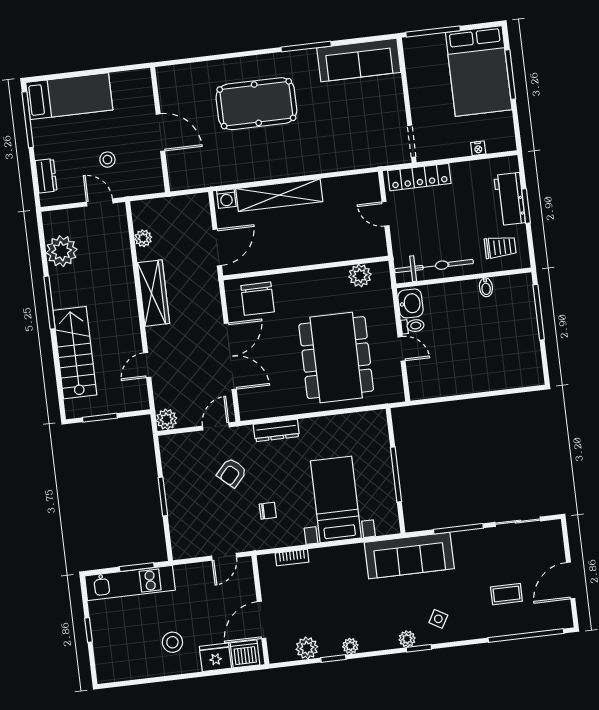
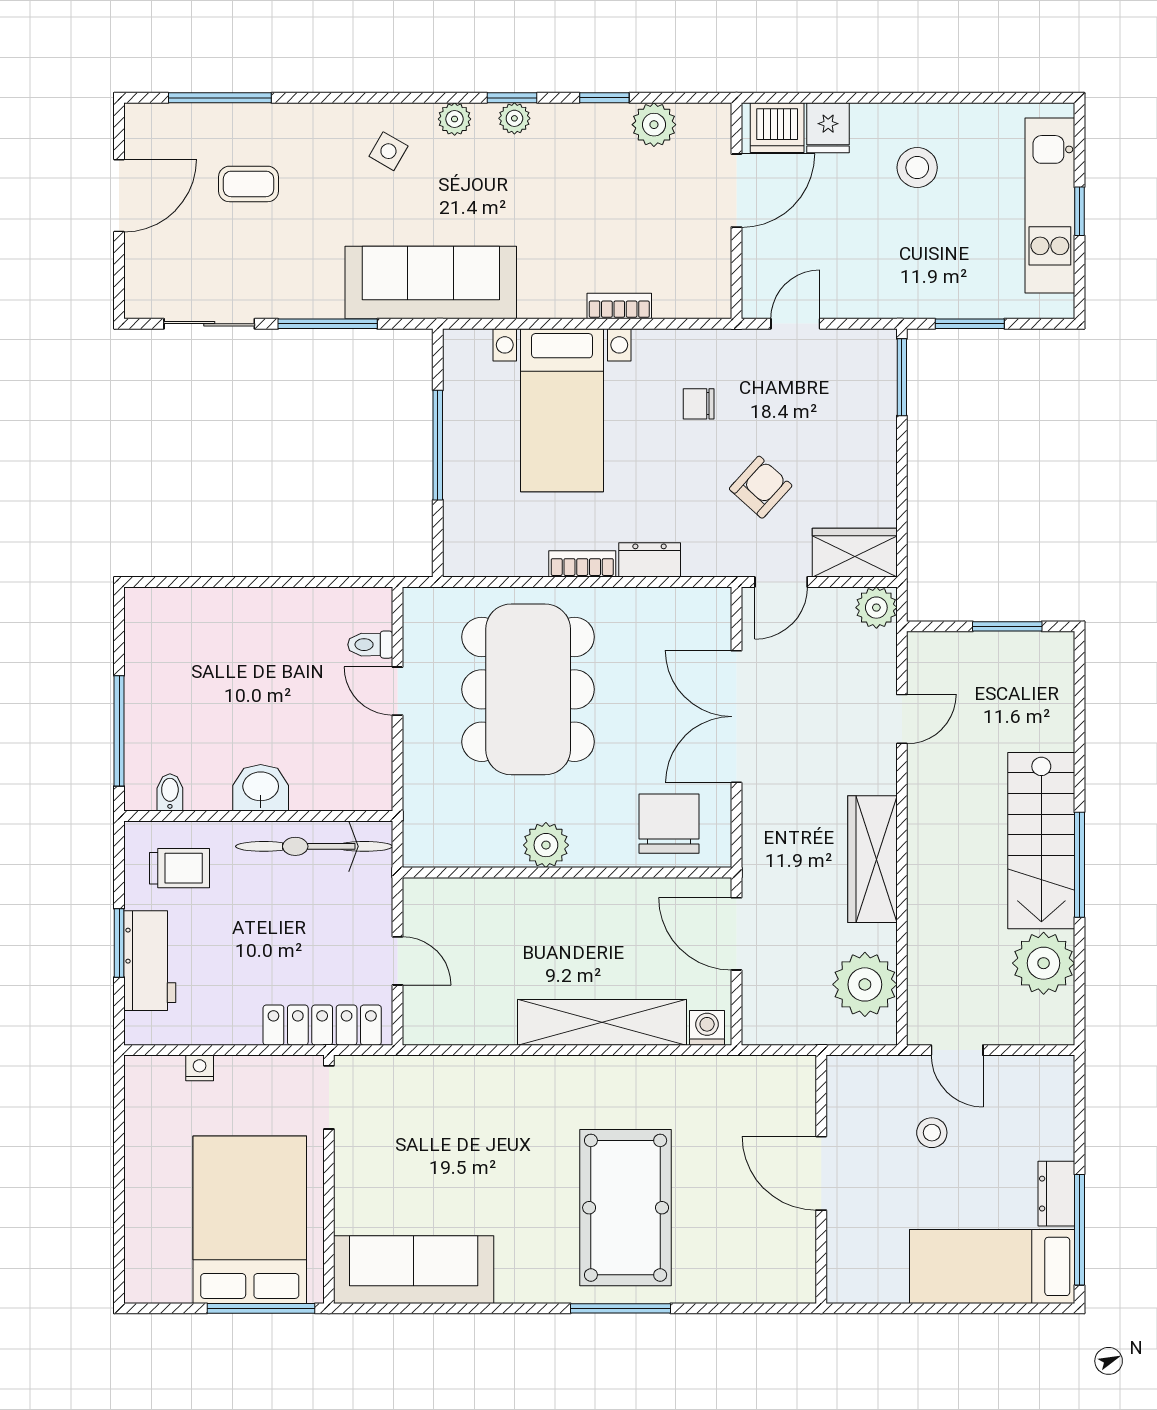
window: (306, 47) -> (621, 1308), moved
bed: (479, 71) -> (250, 1220), moved
window: (510, 74) -> (119, 1206), removed
pool table: (256, 104) -> (626, 1208), turned 90
dresser: (46, 176) -> (1056, 1194), moved
plant: (143, 238) -> (865, 984), width x1.88, depth x1.88
trolley: (500, 247) -> (179, 868), turned 180
door: (217, 248) -> (736, 934), hinge flipped
plant: (360, 276) -> (546, 845), moved
bidet: (486, 287) -> (170, 792), moved
washbasin: (410, 303) -> (261, 788), moved, turned 90
toilet: (413, 326) -> (370, 645), moved
stairs: (75, 353) -> (1041, 841), moved
bookcase: (317, 424) -> (582, 564), added
dresser: (276, 430) -> (650, 560), width x0.70
wardrobe: (181, 446) -> (855, 553), added
window: (163, 497) -> (902, 377), moved
bookcase: (292, 558) -> (619, 306), moved
kitchen unit: (130, 583) -> (1050, 206), moved, turned -90
window: (526, 636) -> (220, 98), width x0.68
plant: (350, 646) -> (514, 118), moved
window: (419, 648) -> (512, 98), moved
fridge: (215, 657) -> (828, 128), width x0.72

